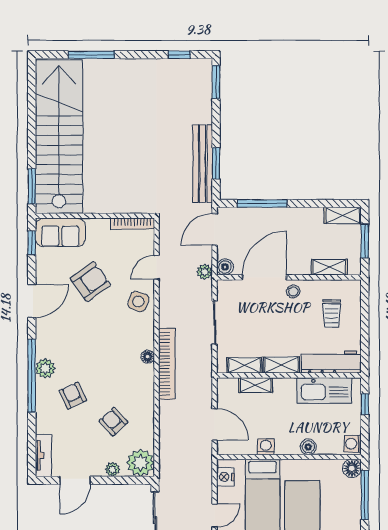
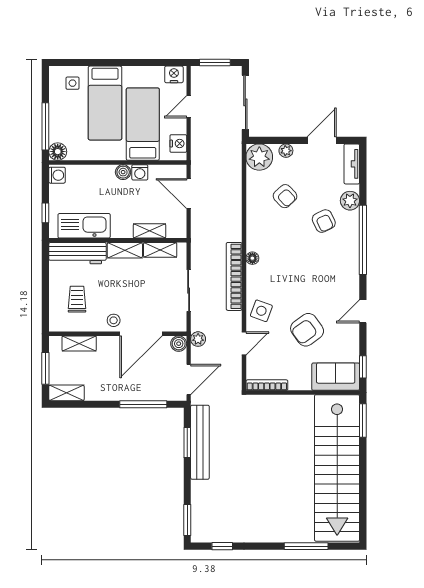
door: (32, 301) -> (363, 311), width x0.73
bookcase: (167, 364) -> (234, 276), moved
plant: (45, 368) -> (350, 201), moved
boiler: (308, 447) -> (123, 172), moved

